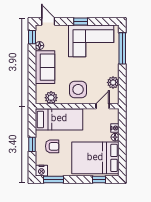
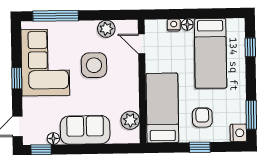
side table: (78, 89) -> (94, 65), moved
bed: (95, 158) -> (210, 53), width x0.67

